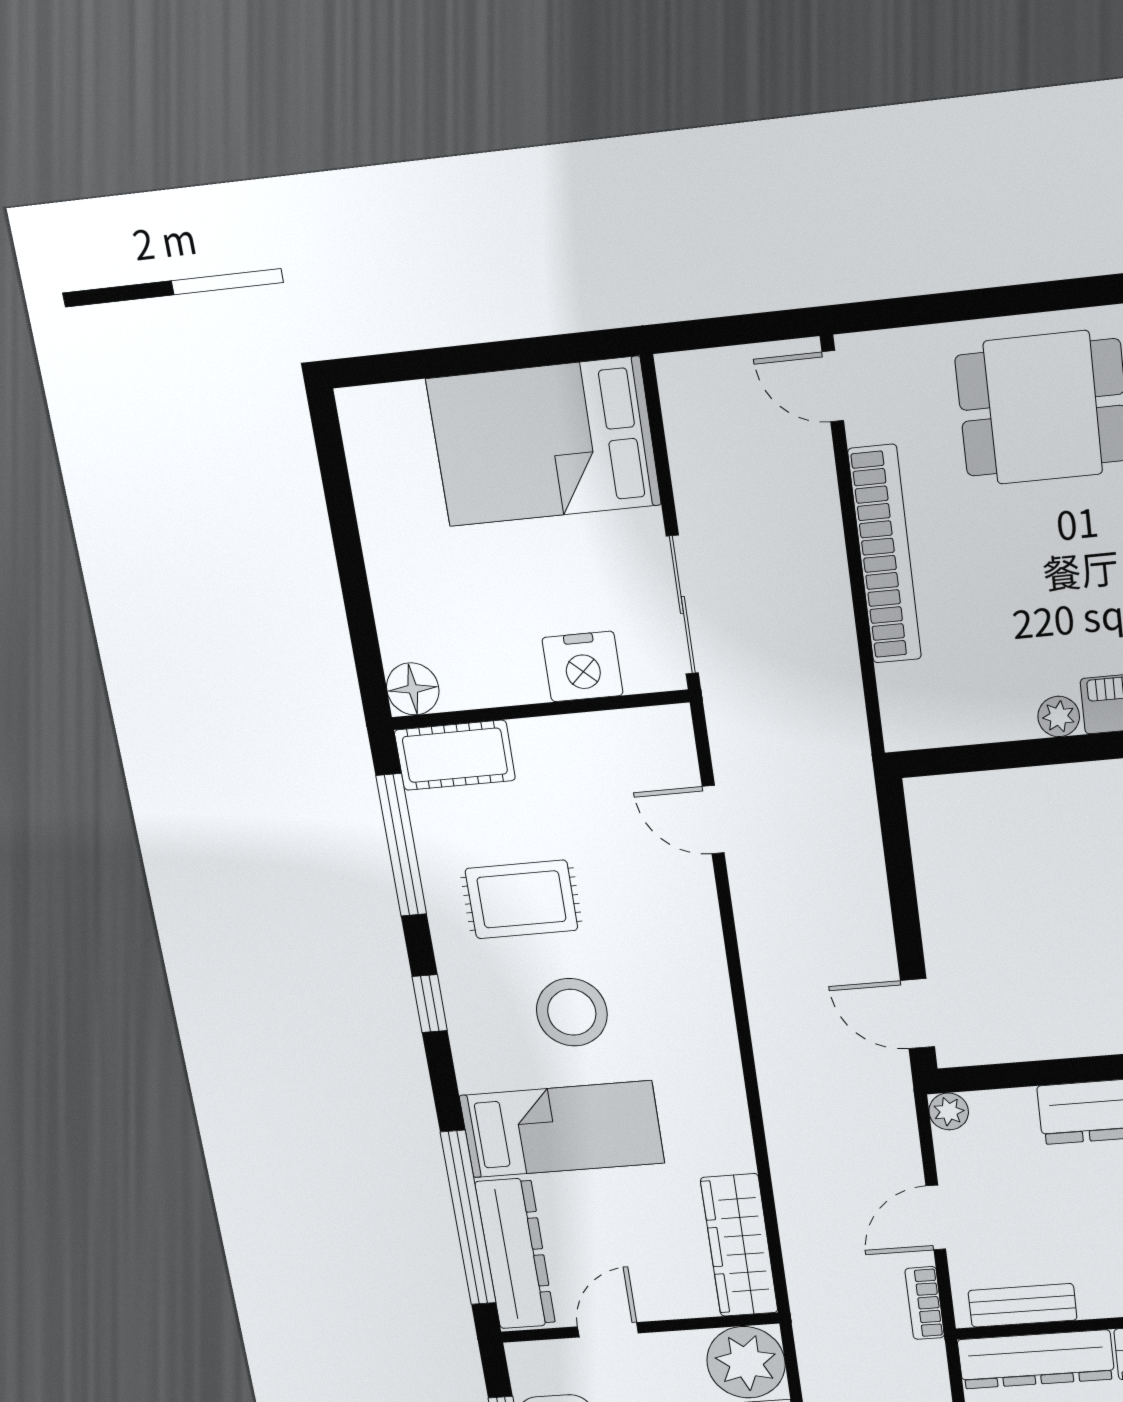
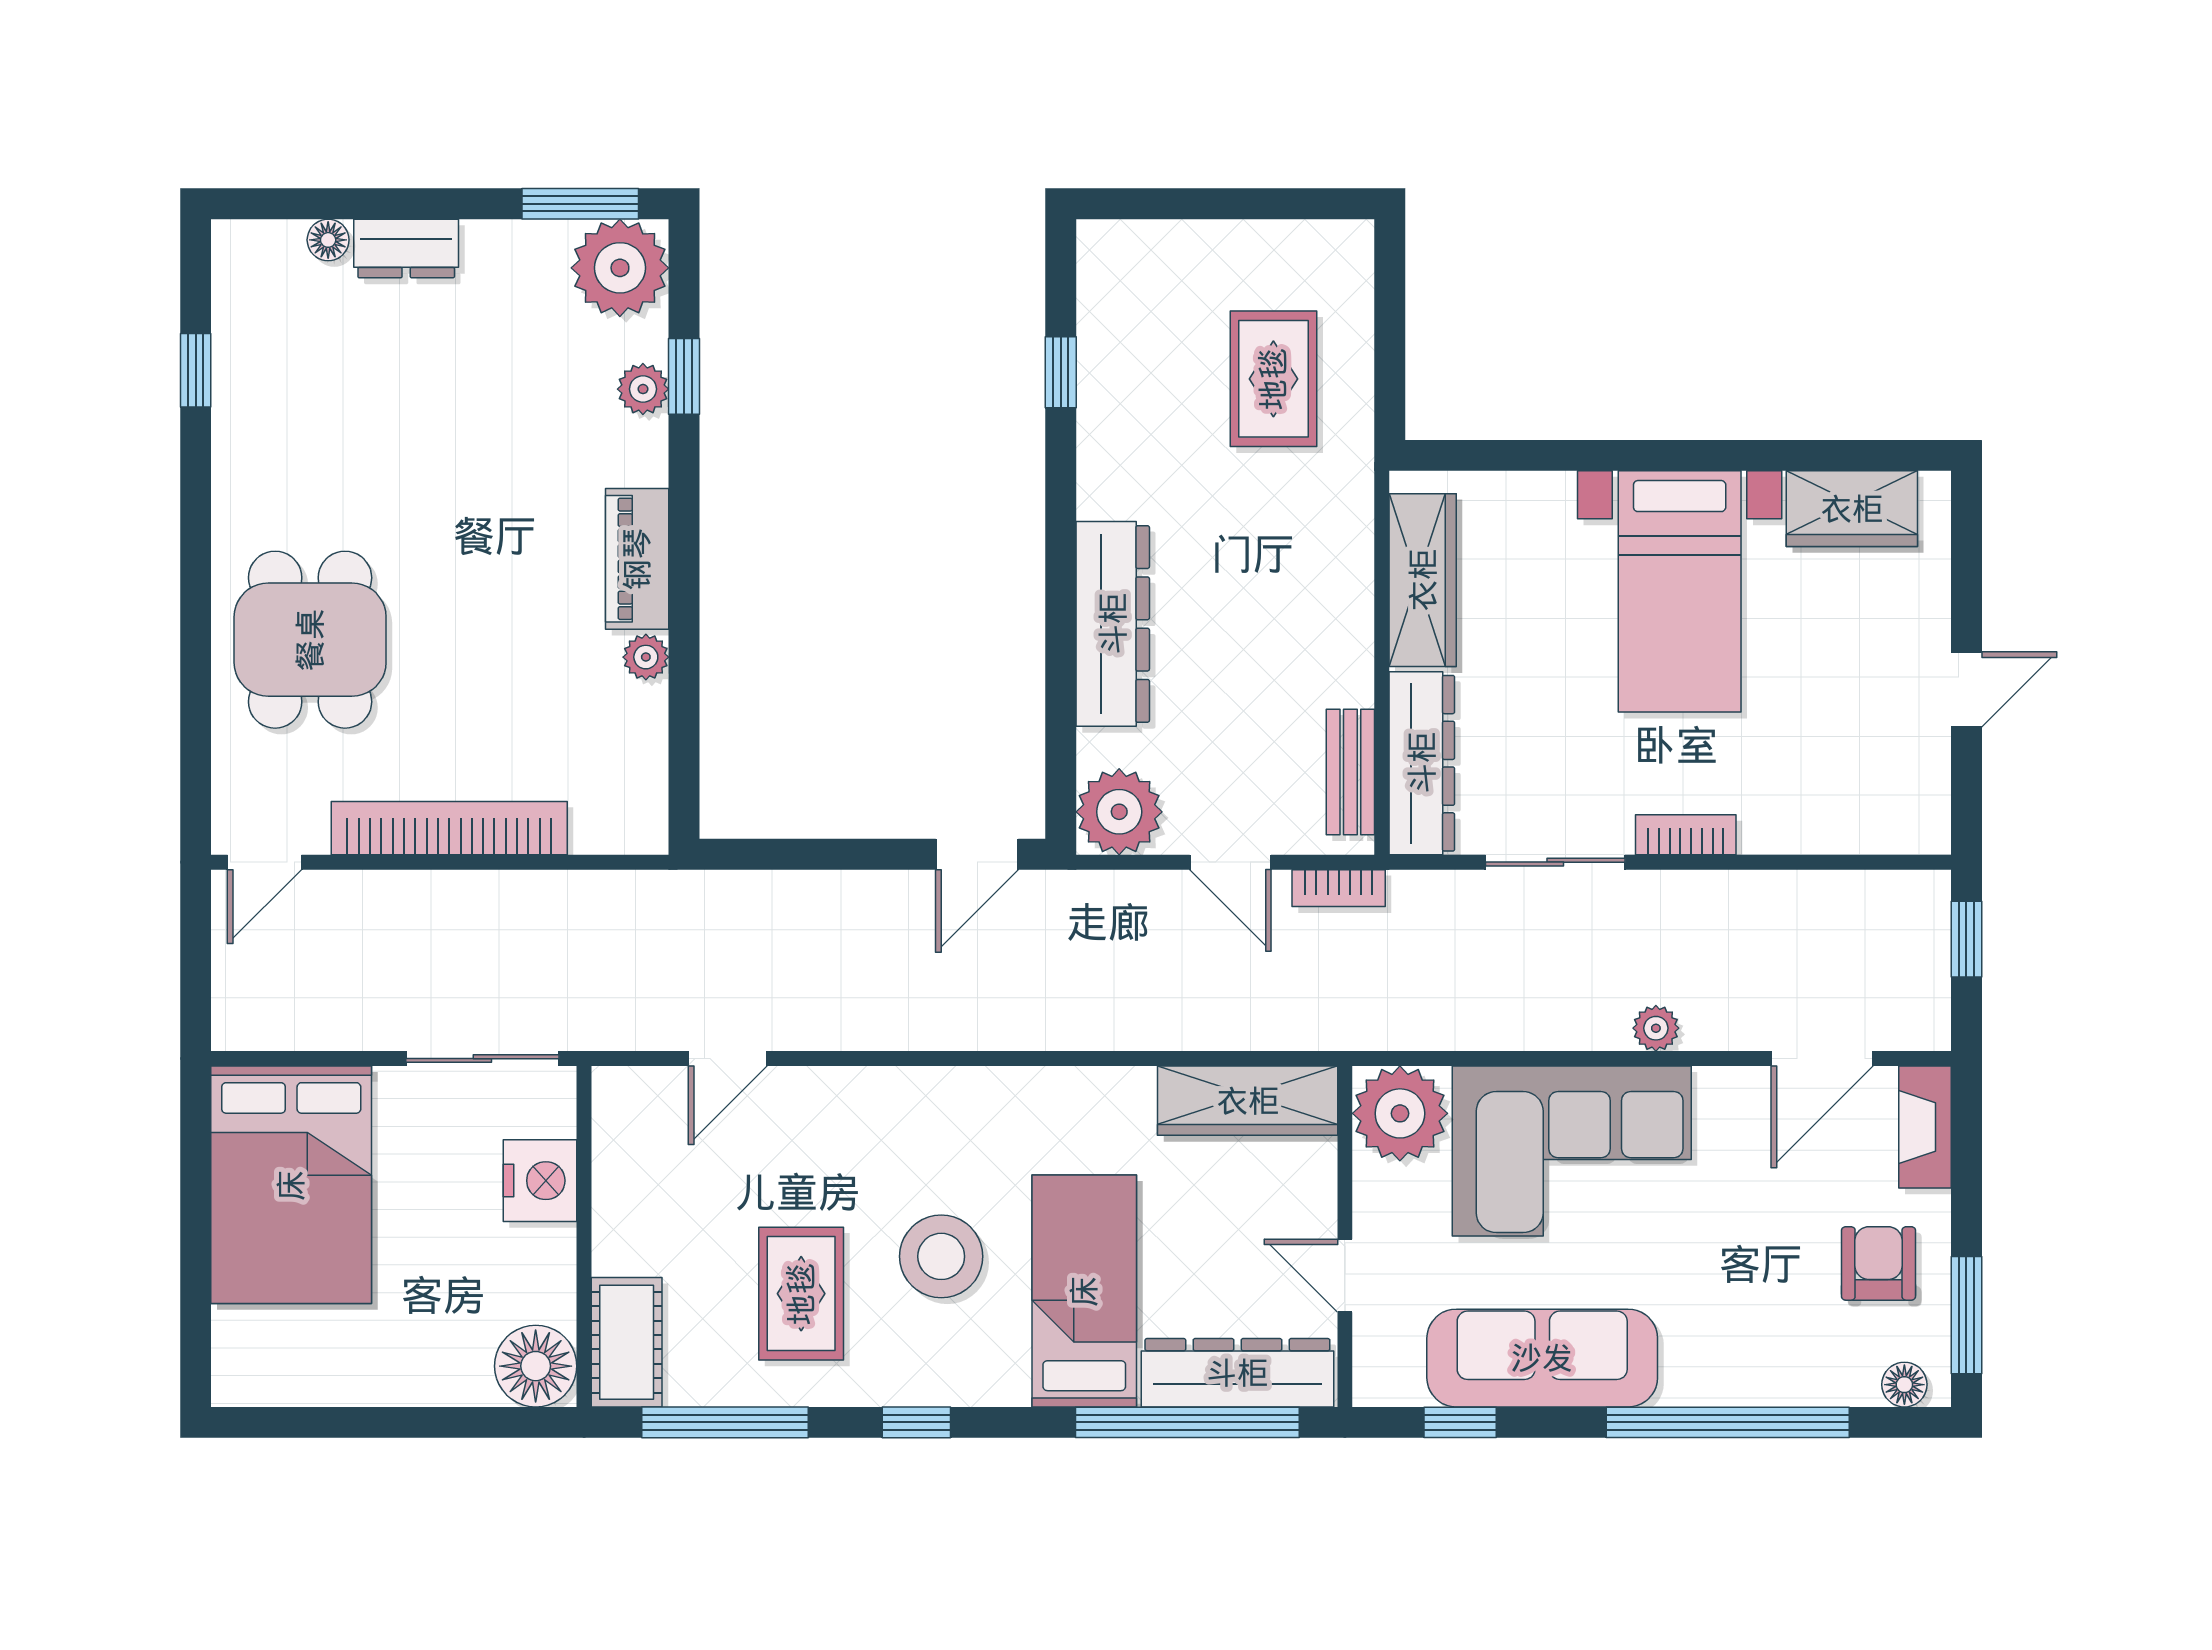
floor lamp: (413, 689) -> (536, 1366), width x1.38, depth x1.38
plant: (949, 1111) -> (1119, 812), width x1.88, depth x1.88

